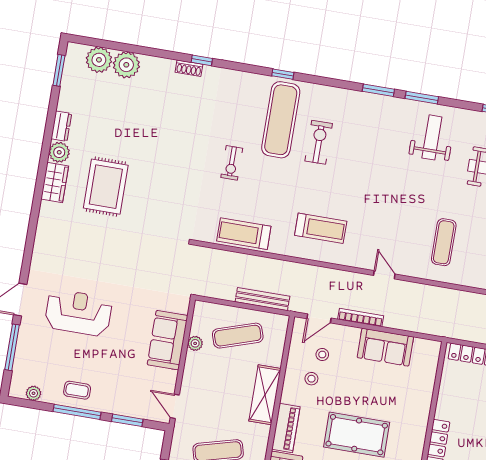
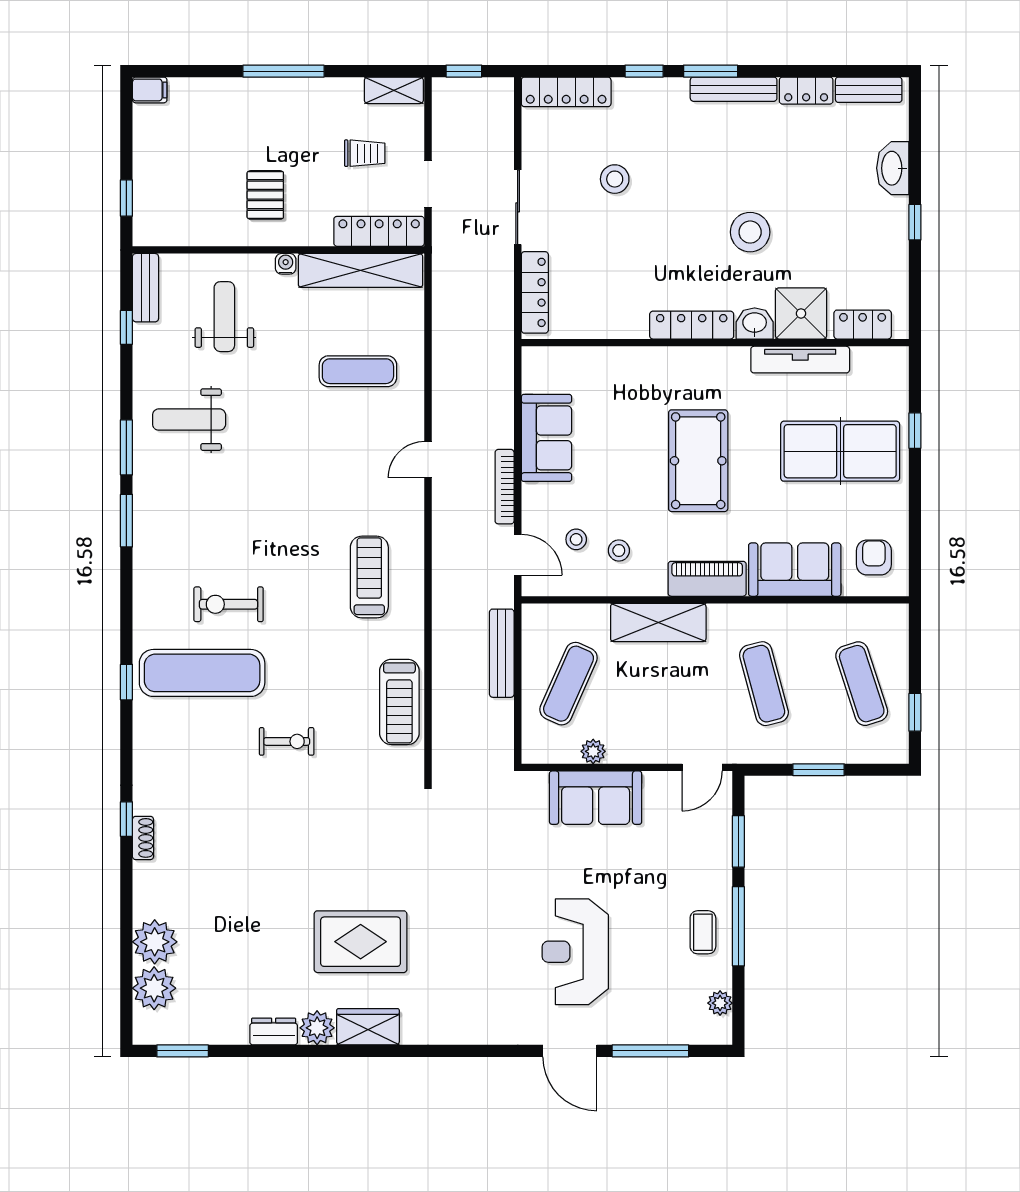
exercise mat: (238, 336) -> (569, 684), turned 42

